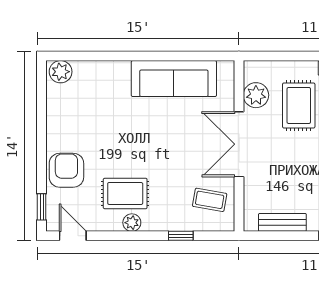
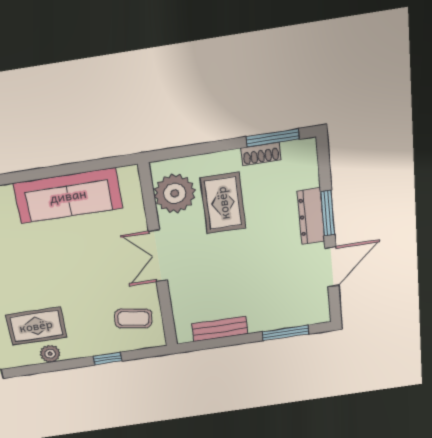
plant: (256, 95) -> (175, 193), width x1.36, depth x1.36
double door: (239, 144) -> (158, 256), width x0.73

